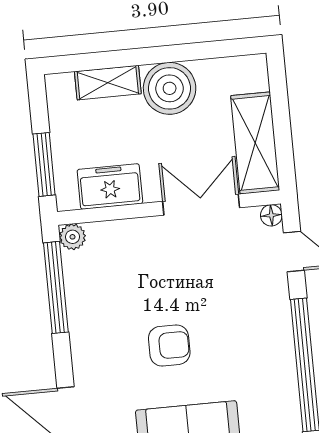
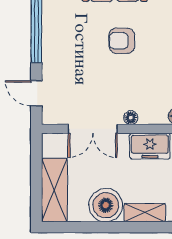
shelving: (255, 143) -> (54, 190), moved
floor lamp: (271, 215) -> (131, 118), moved

